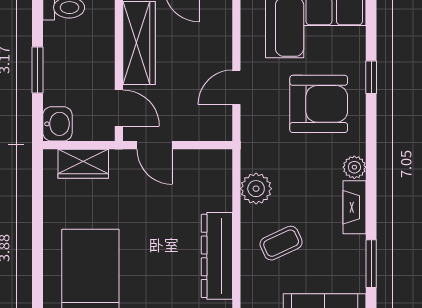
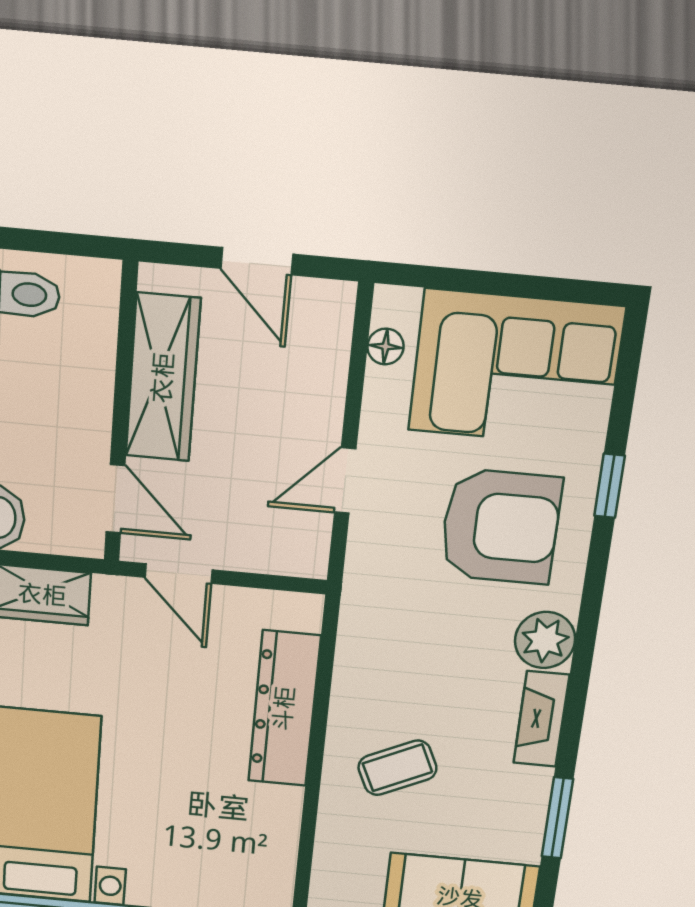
floor lamp: (249, 17) -> (386, 346), added
plant: (354, 167) -> (545, 640), width x1.38, depth x1.38
plant: (256, 189) -> (362, 669), removed
dresser: (217, 256) -> (284, 709), moved

